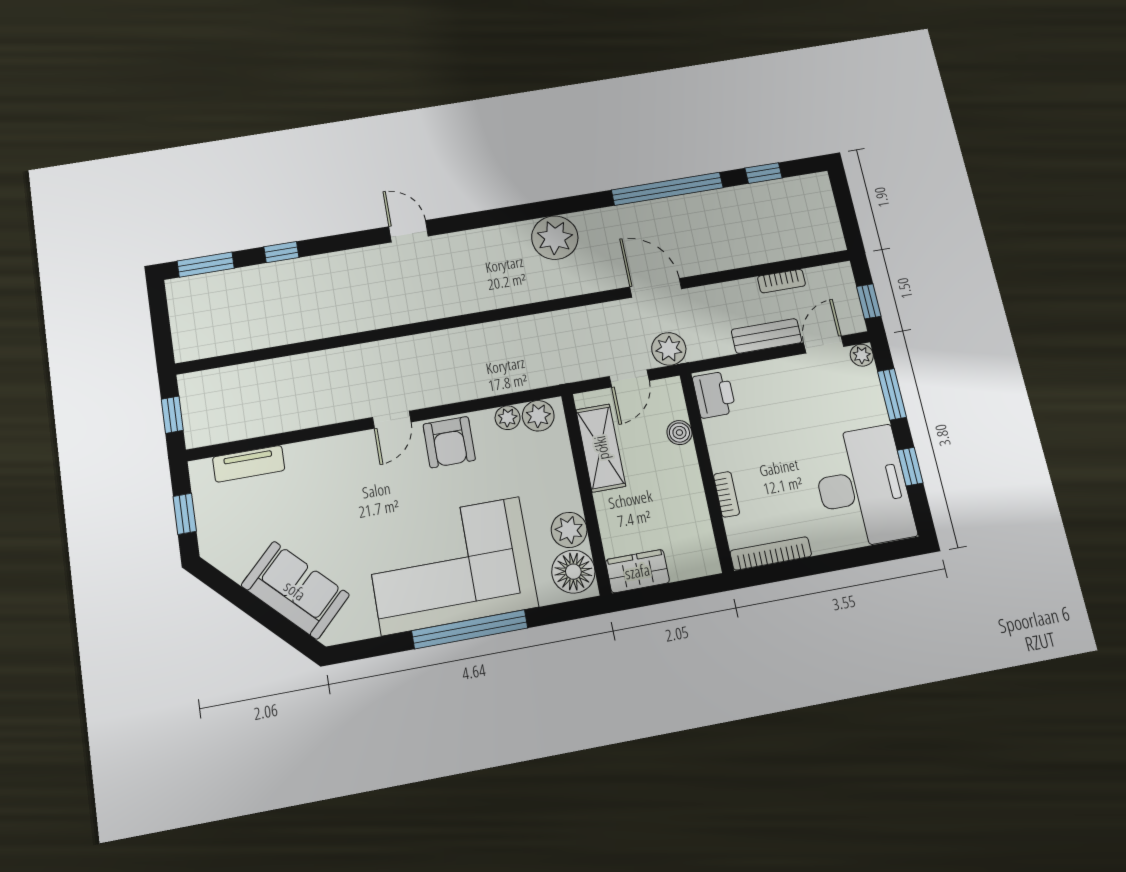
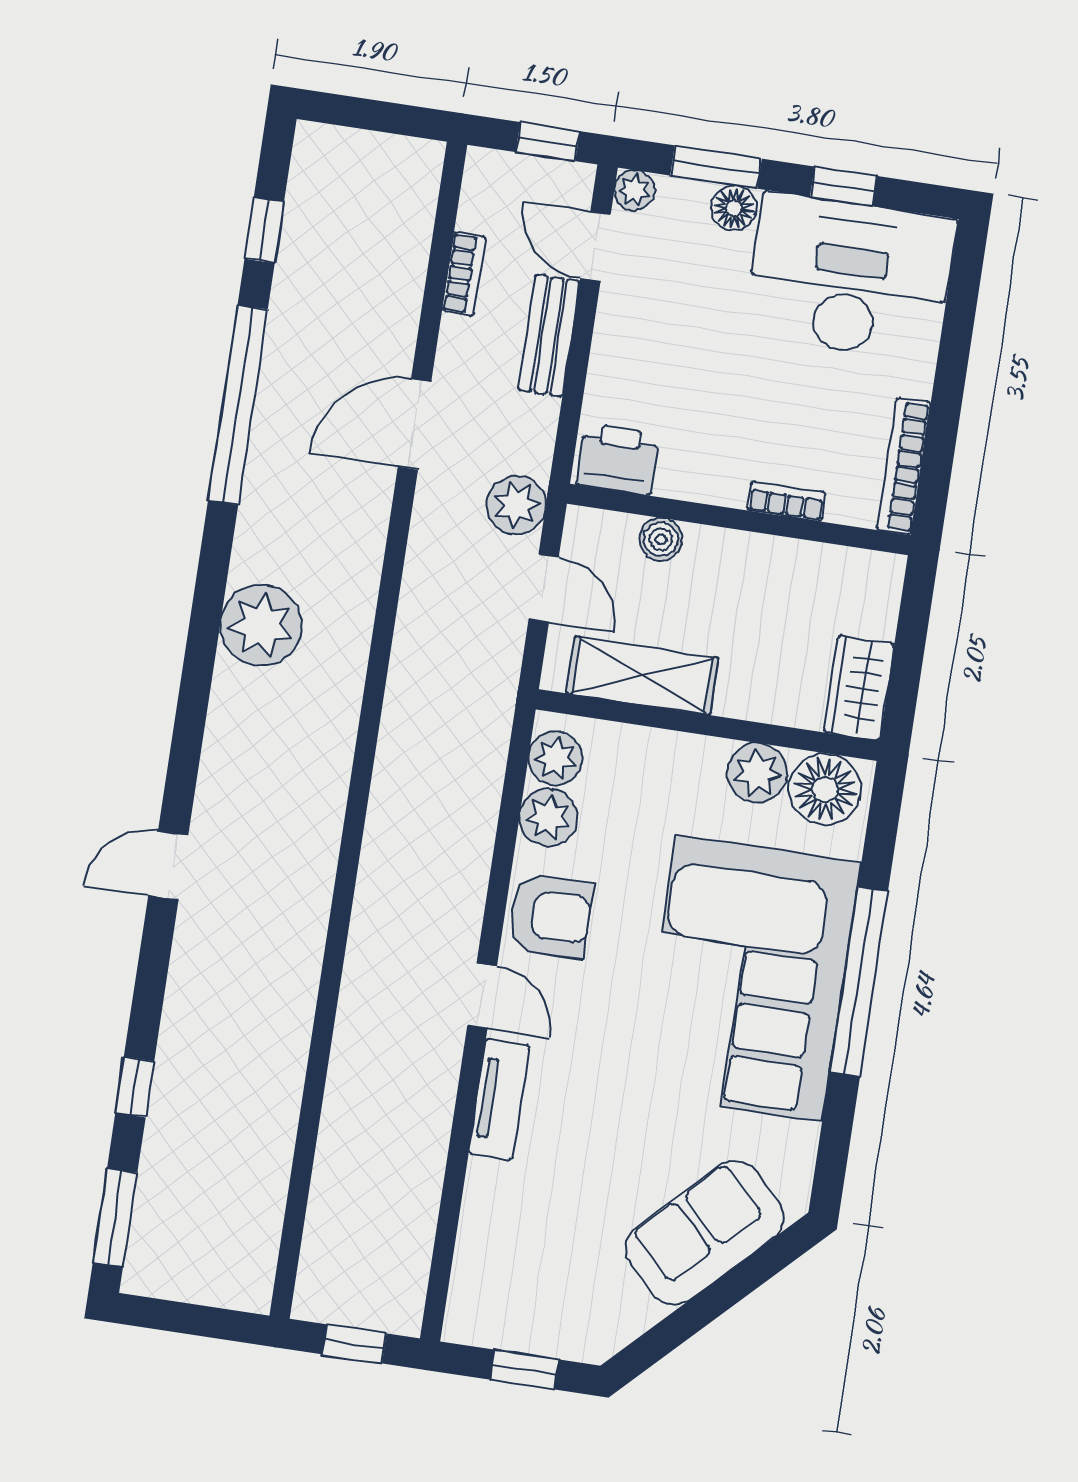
door: (656, 288) -> (415, 424), moved
floor lamp: (874, 411) -> (734, 208), added
plant: (508, 418) -> (548, 818), width x1.38, depth x1.38
tv unit: (249, 464) -> (499, 1099), moved

